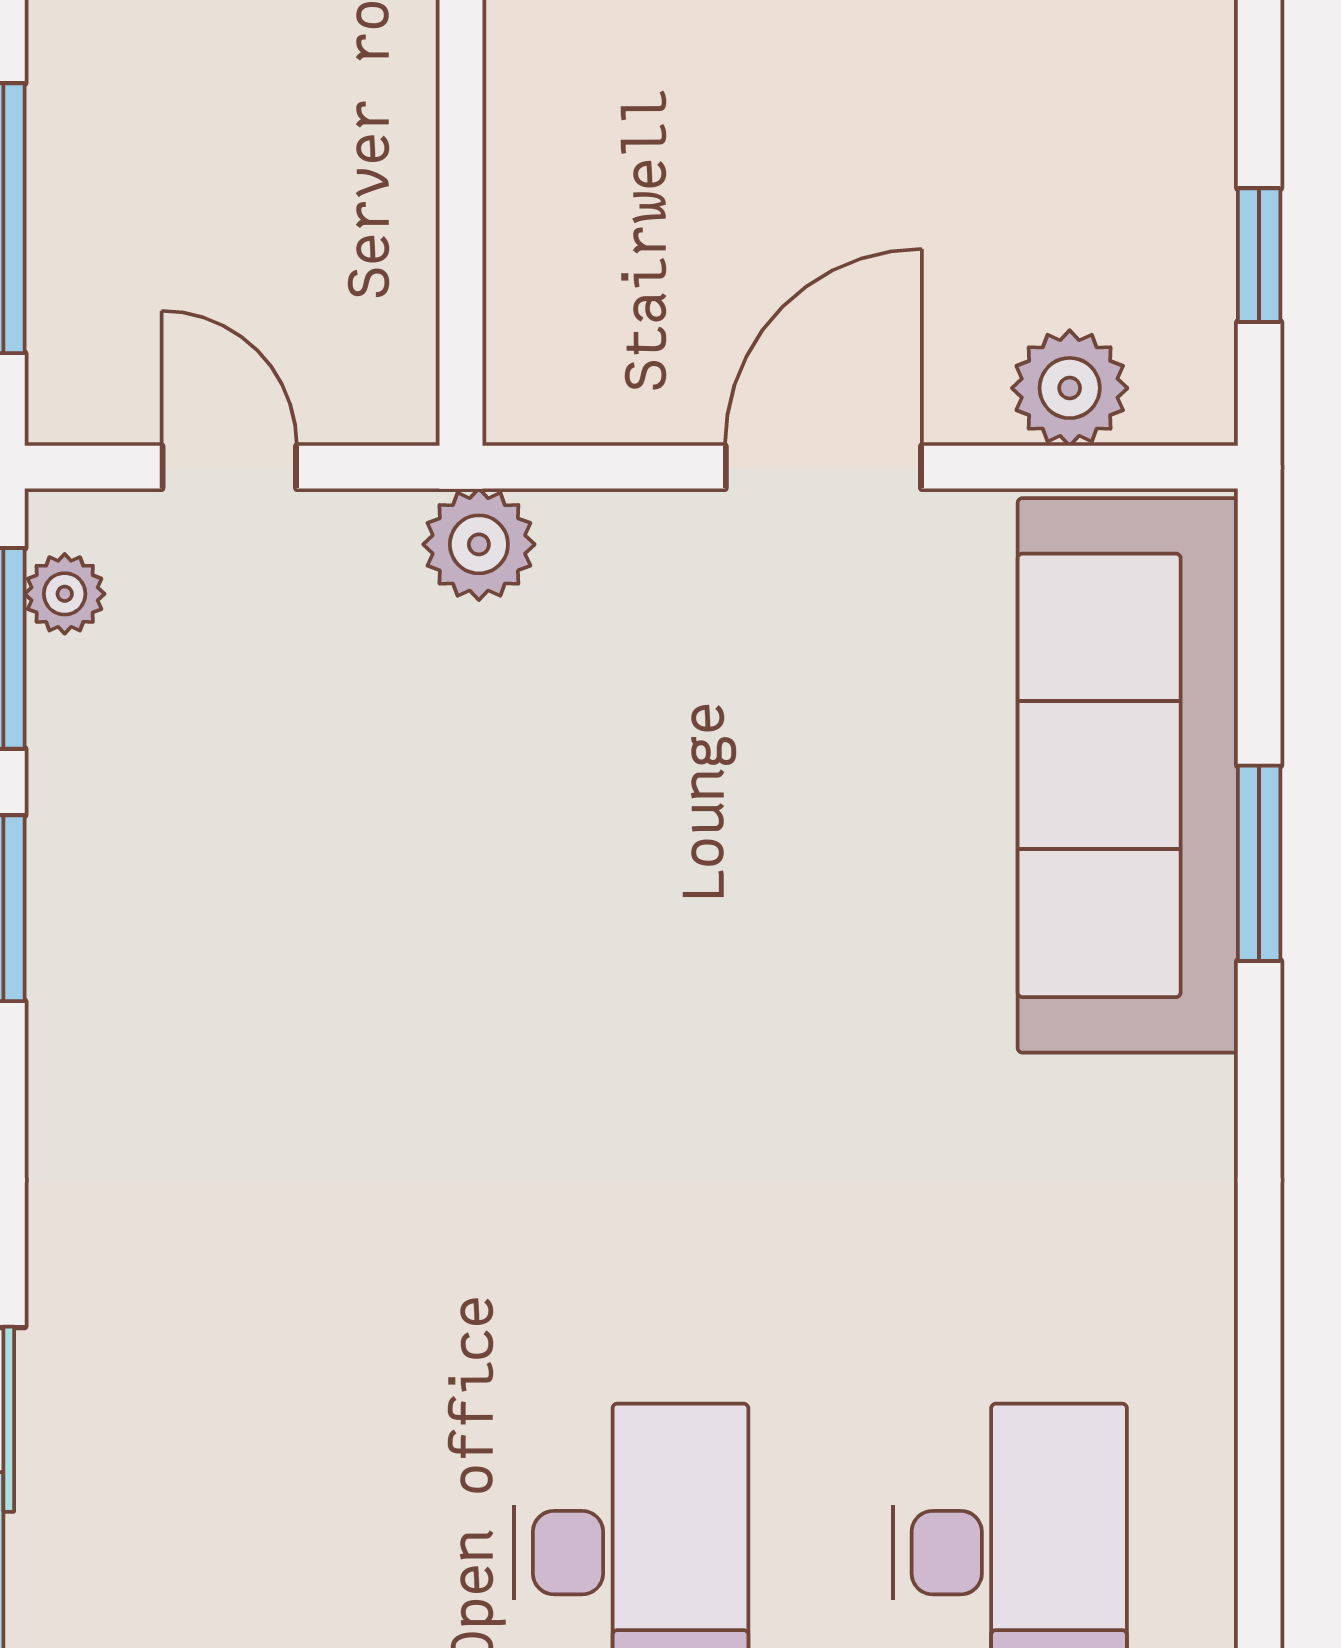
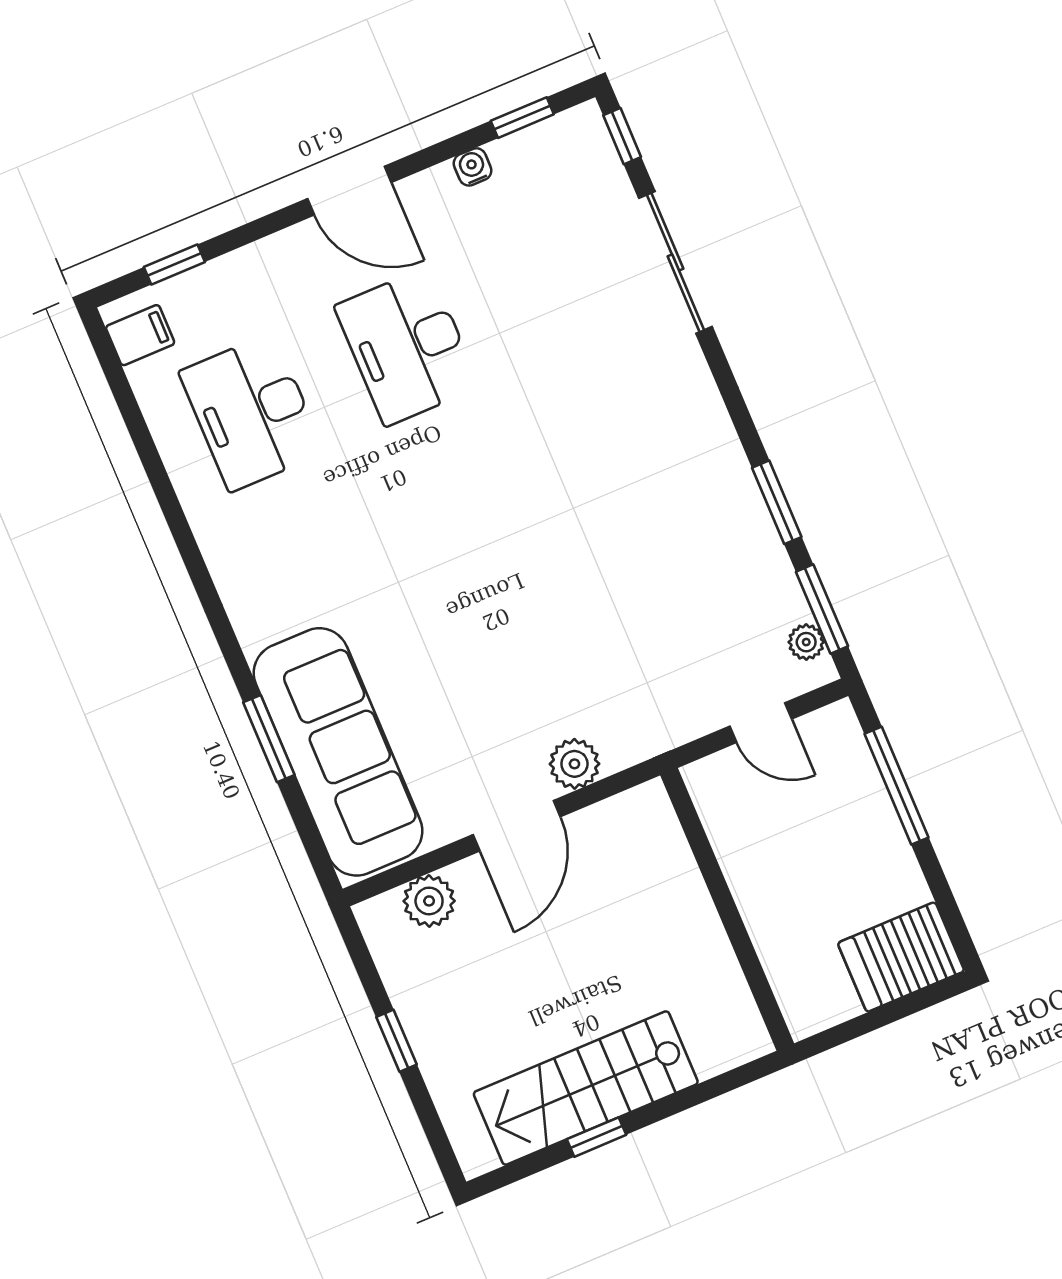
window: (1259, 255) -> (396, 1041), moved
plant: (479, 544) -> (574, 764), moved

